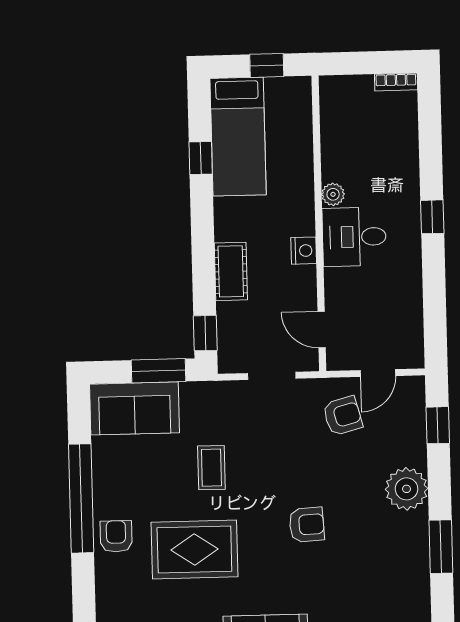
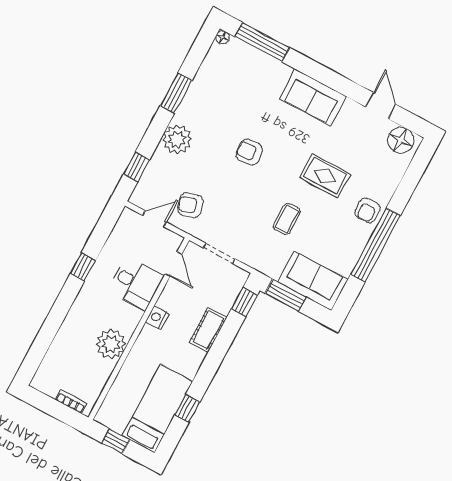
bookcase: (396, 82) -> (71, 402), moved
plant: (333, 194) -> (111, 344), width x1.88, depth x1.88
window: (432, 217) -> (83, 267), moved
desk: (354, 237) -> (136, 283), moved
rug: (194, 550) -> (325, 176), width x0.73, depth x0.70

